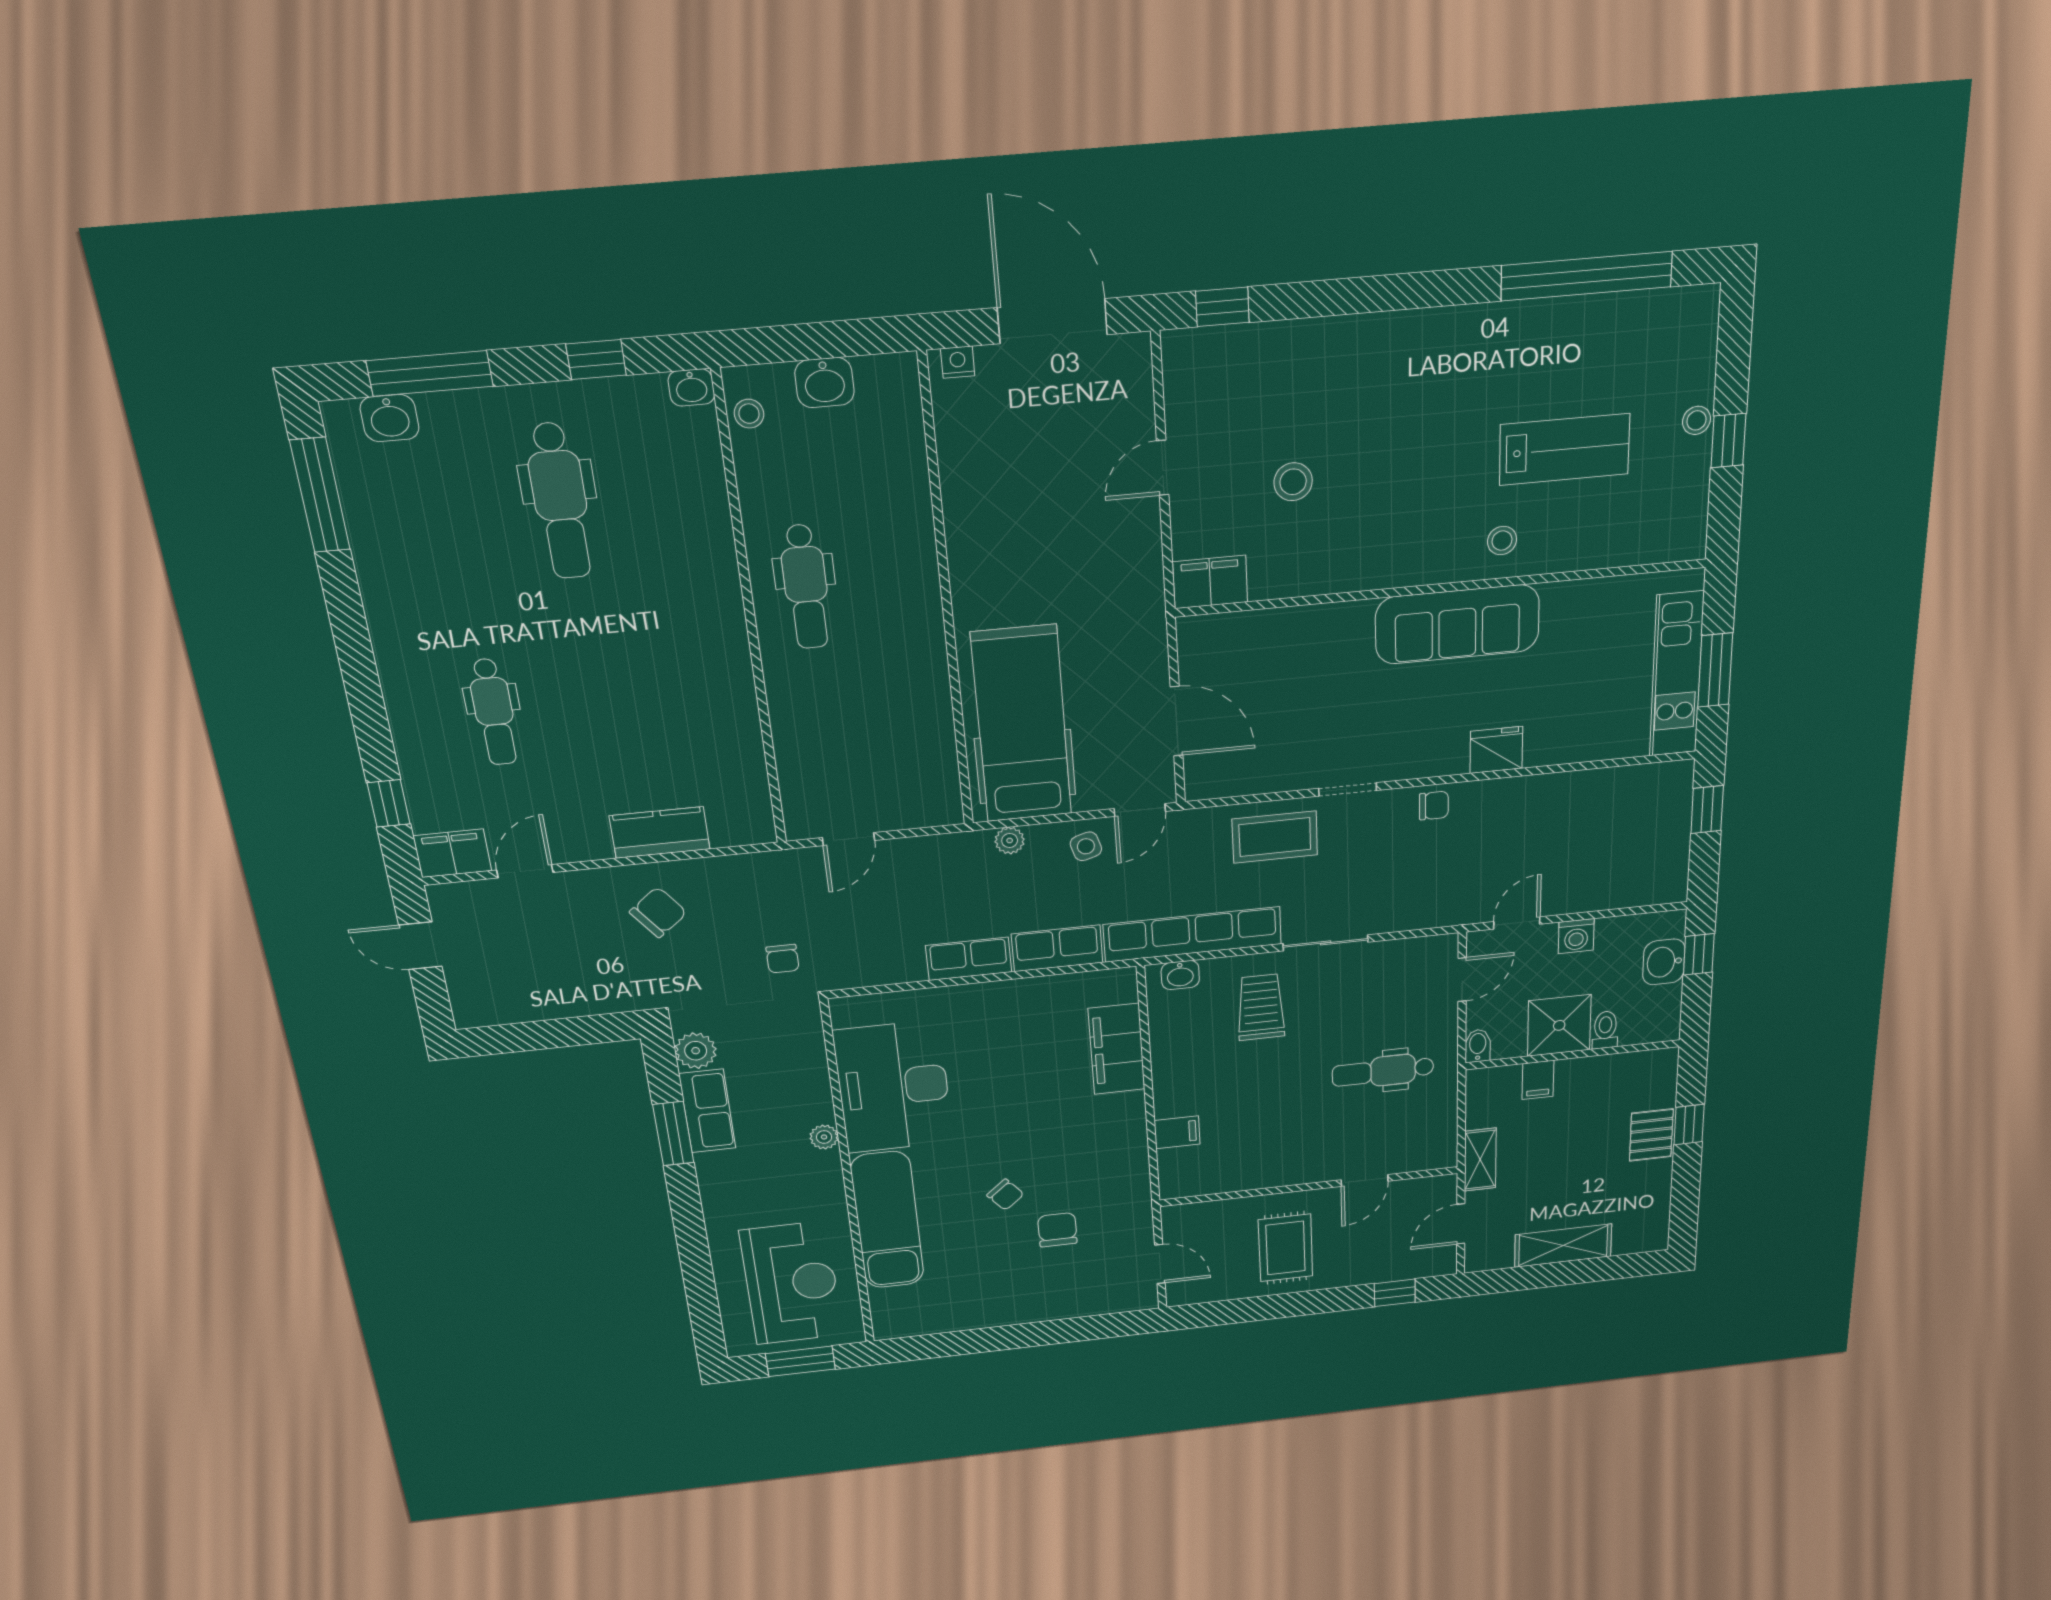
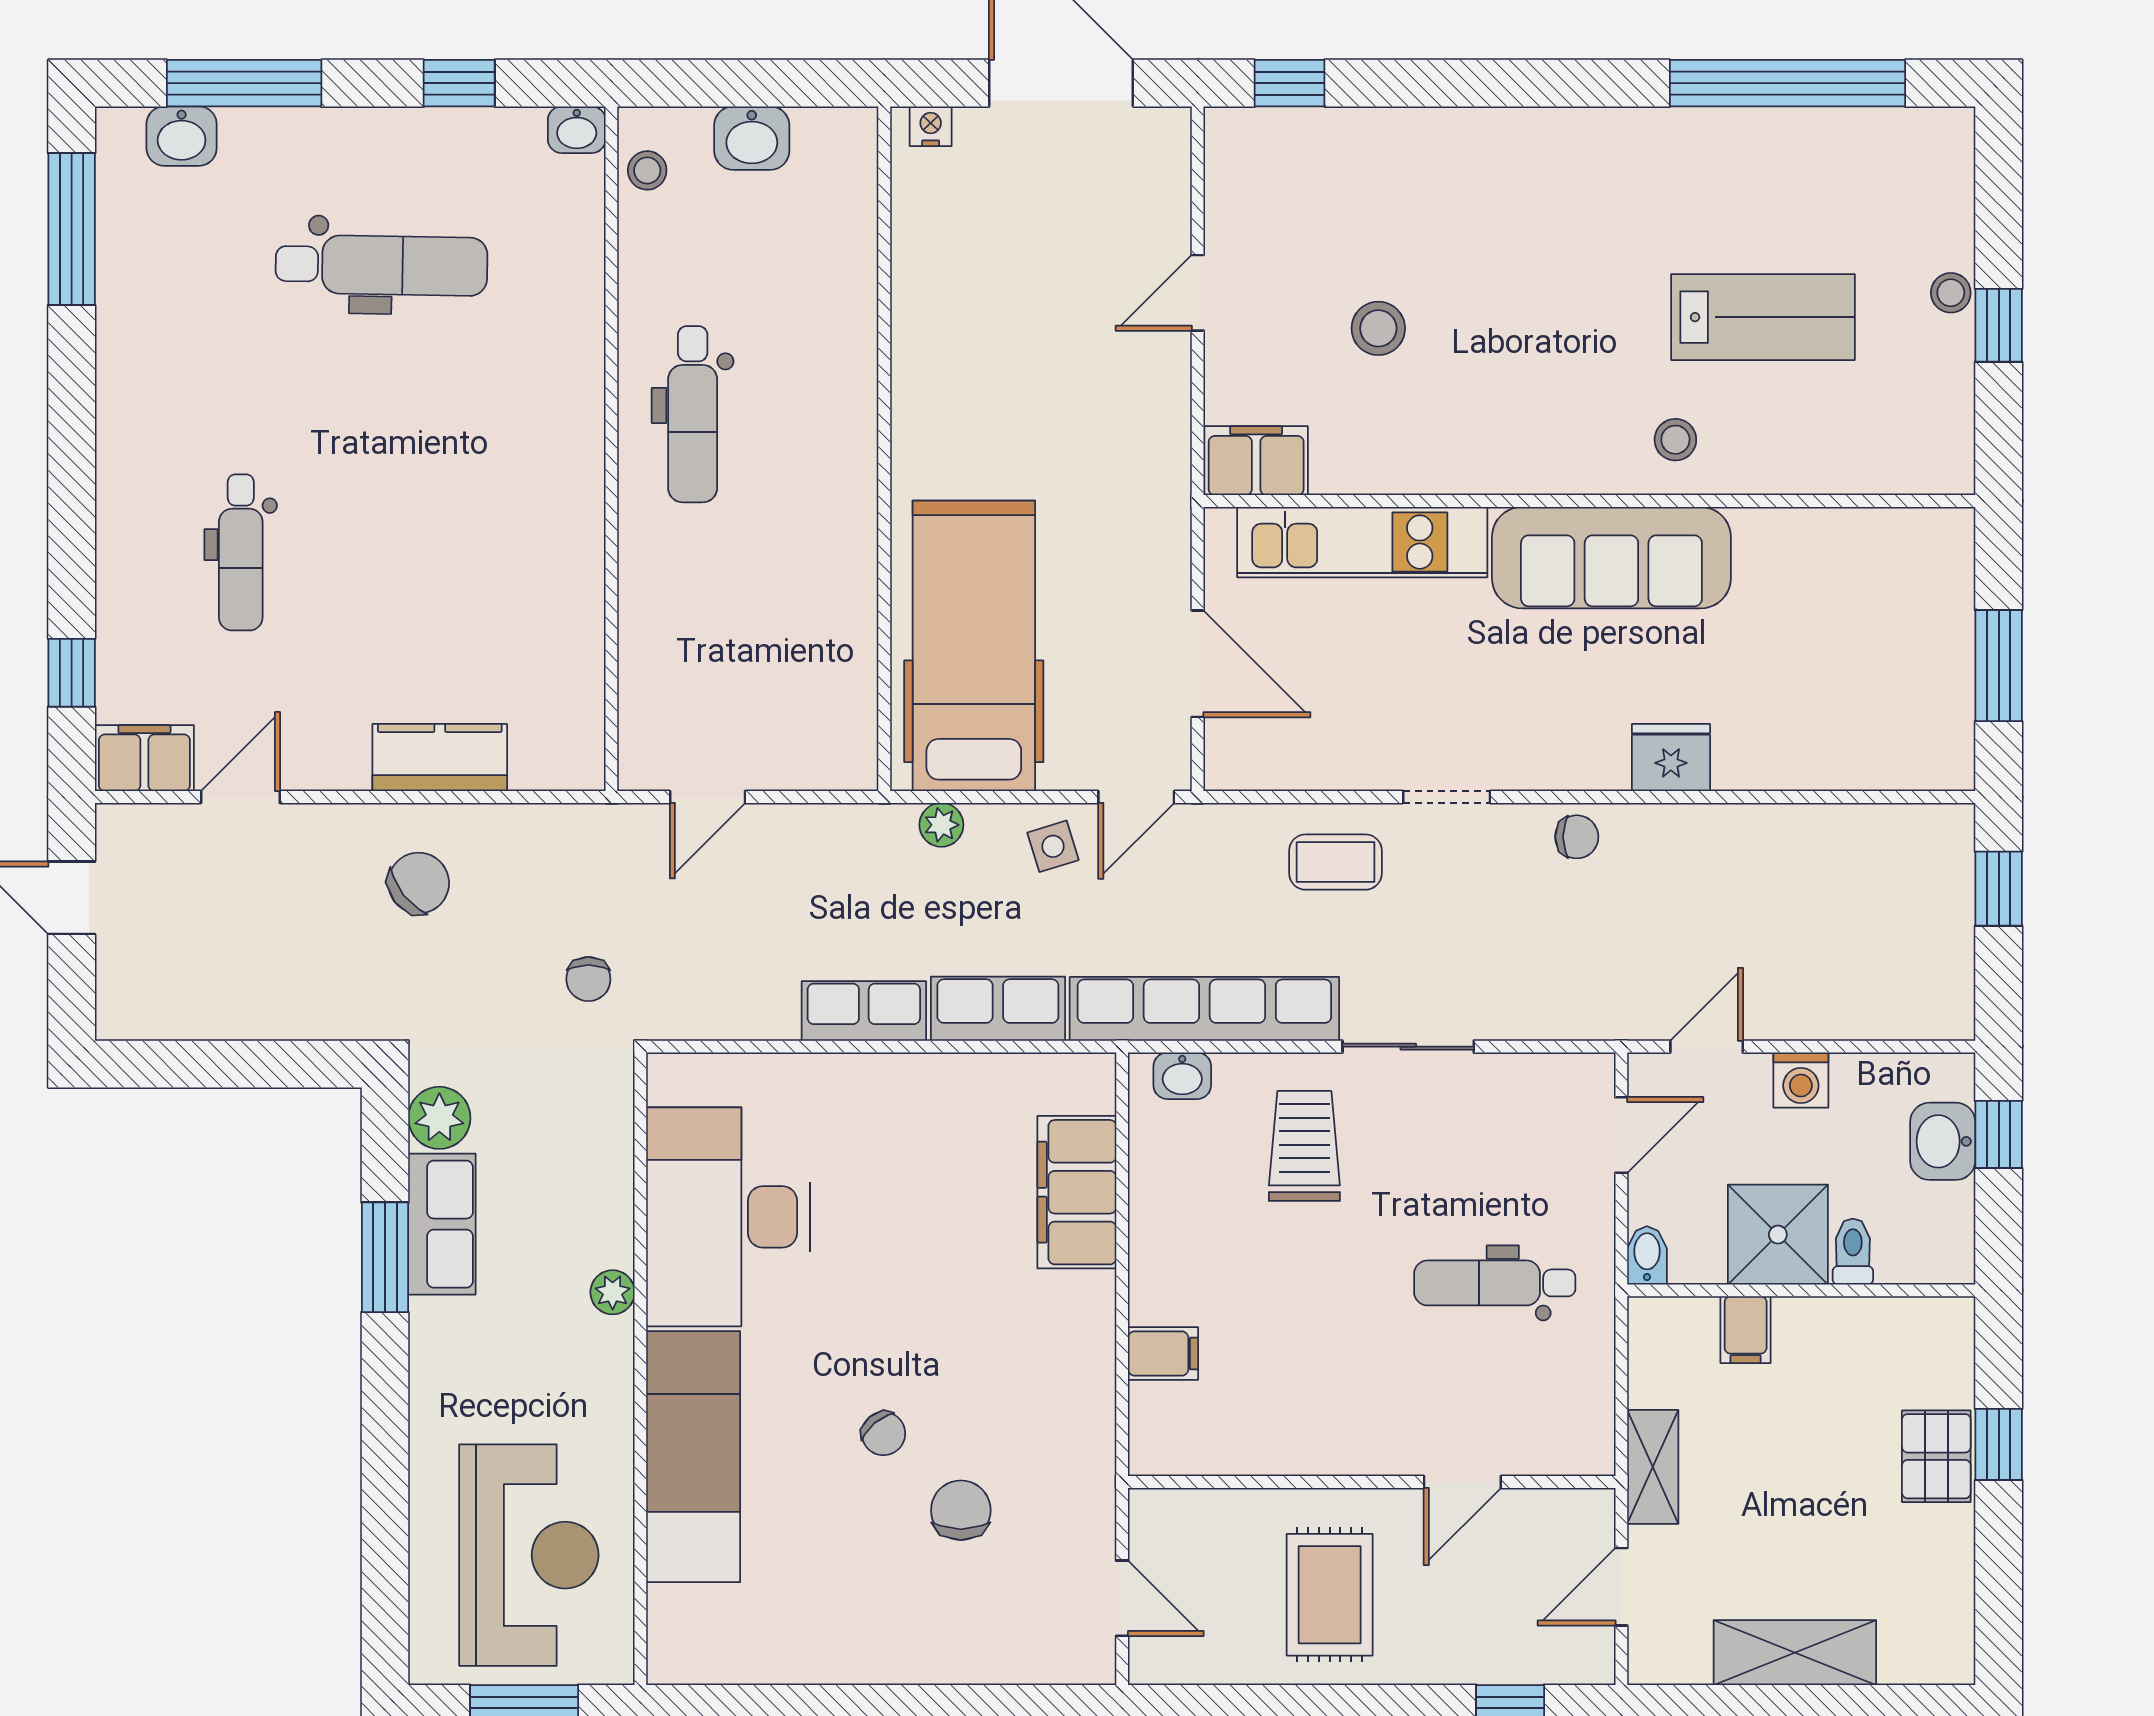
dental chair: (560, 501) -> (381, 265), turned -89
kitchen unit: (1676, 674) -> (1362, 542), moved, turned -90
coffee table: (1275, 837) -> (1335, 862), width x0.73, depth x0.77

